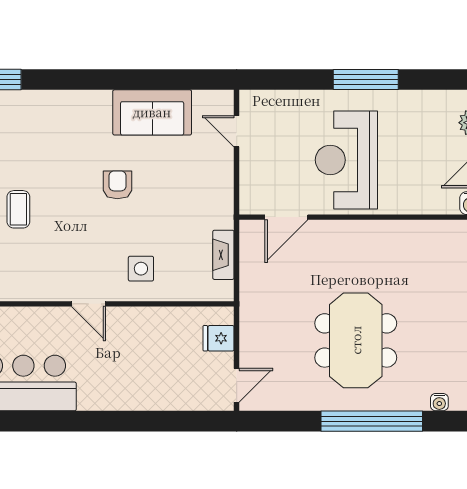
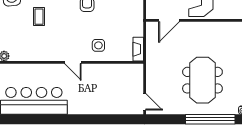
fireplace: (223, 255) -> (138, 49), moved
fridge: (219, 338) -> (136, 79), removed
door: (237, 385) -> (145, 102), hinge flipped

